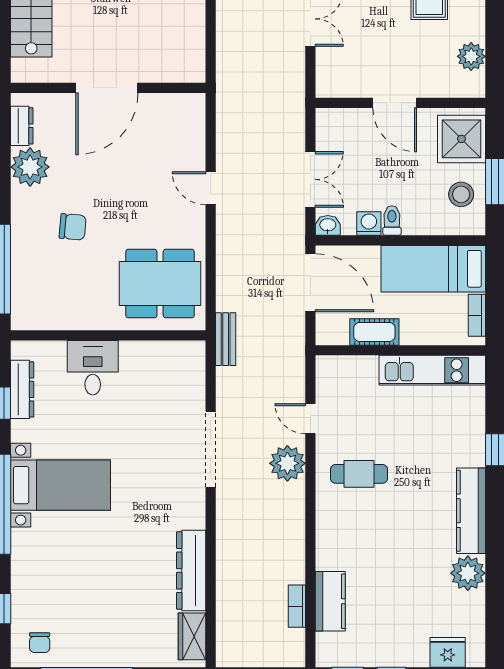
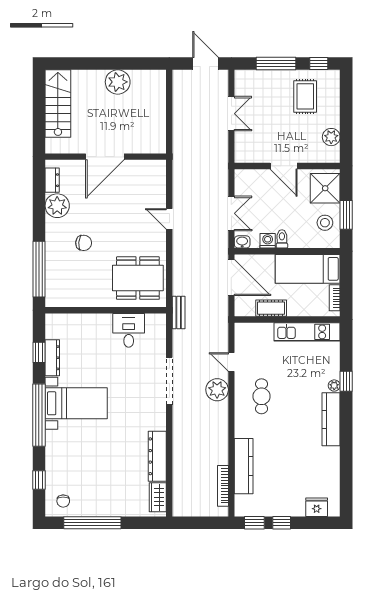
desk: (93, 368) -> (129, 330), moved
dresser: (22, 389) -> (52, 358), moved
cafe table: (359, 474) -> (262, 396), turned 90
plant: (468, 573) -> (334, 386), moved, width x0.53, depth x0.53
kitchen counter: (330, 601) -> (244, 466), width x1.50
bookcase: (297, 606) -> (223, 486), width x1.56

